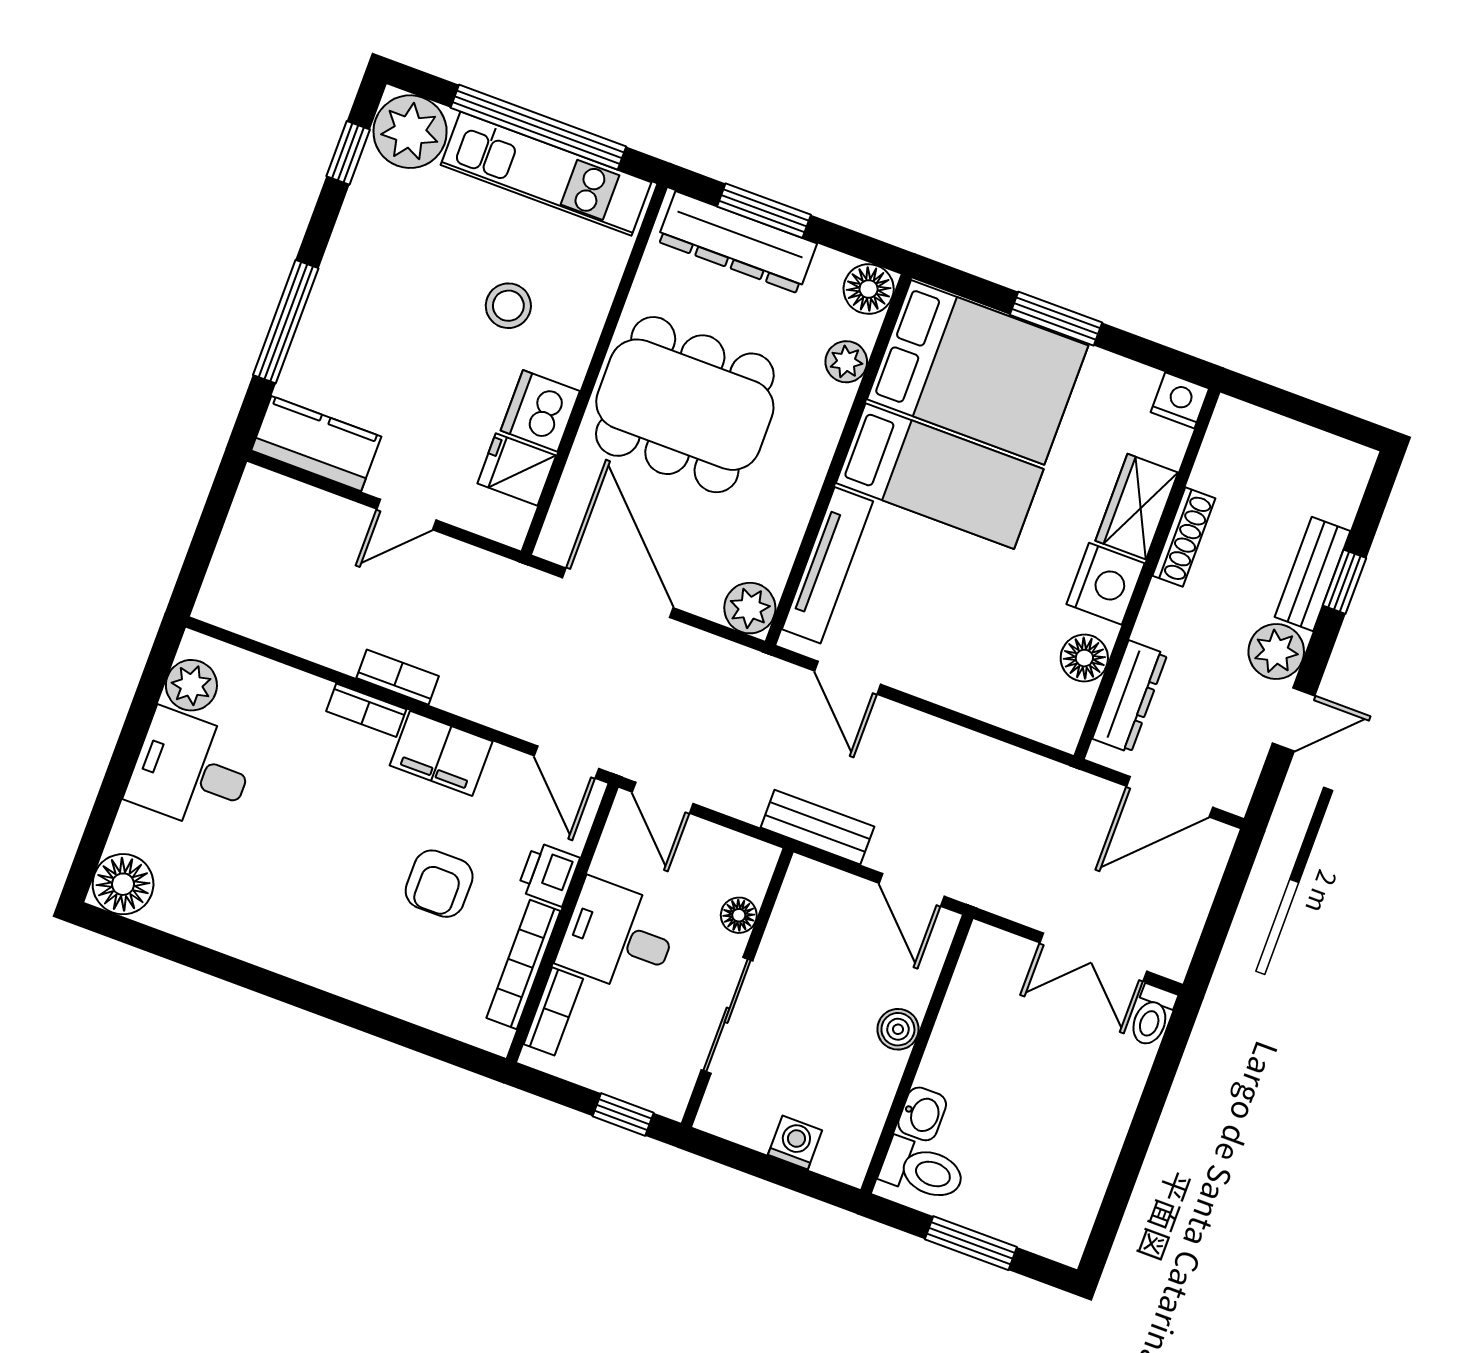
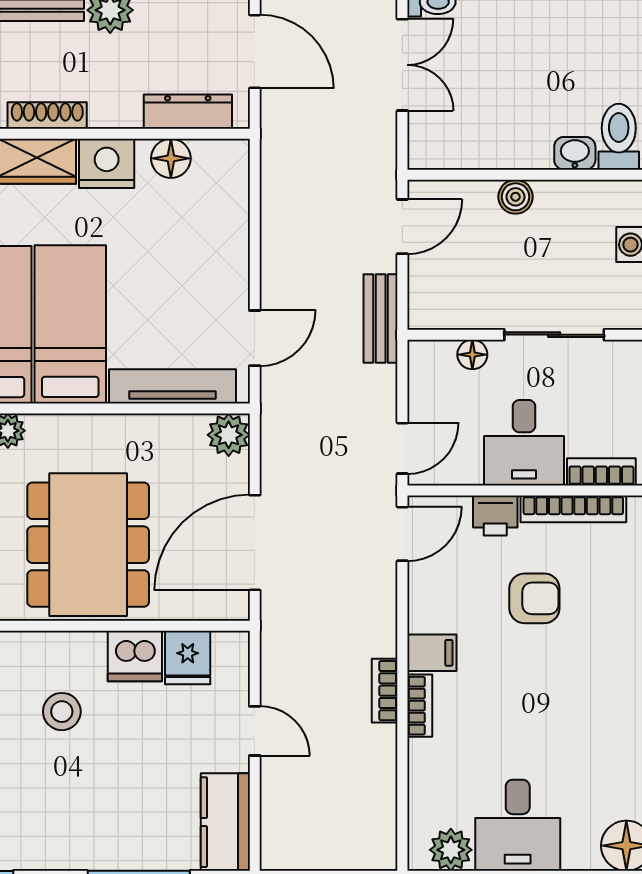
filing cabinet: (441, 753) -> (432, 653), width x0.50

